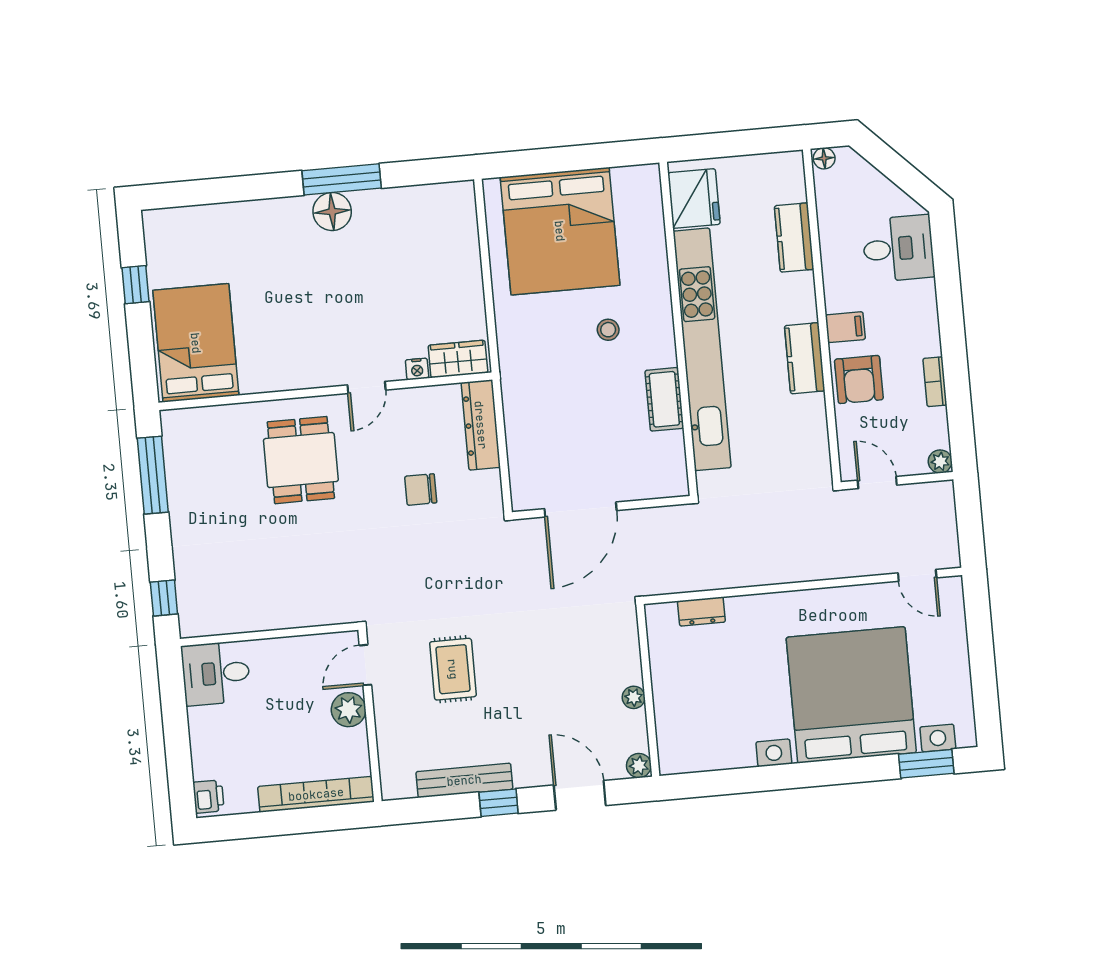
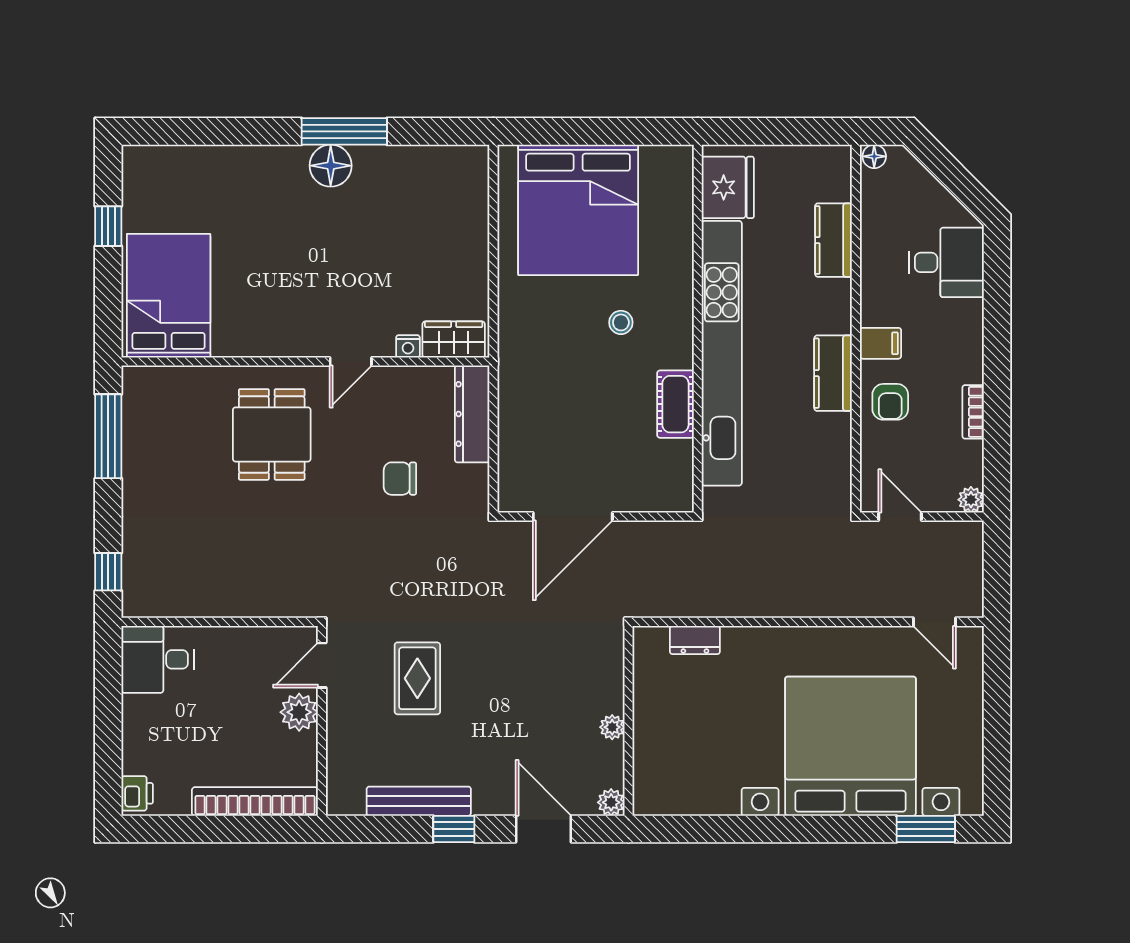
armchair: (859, 379) -> (890, 402), width x0.72, depth x0.72

